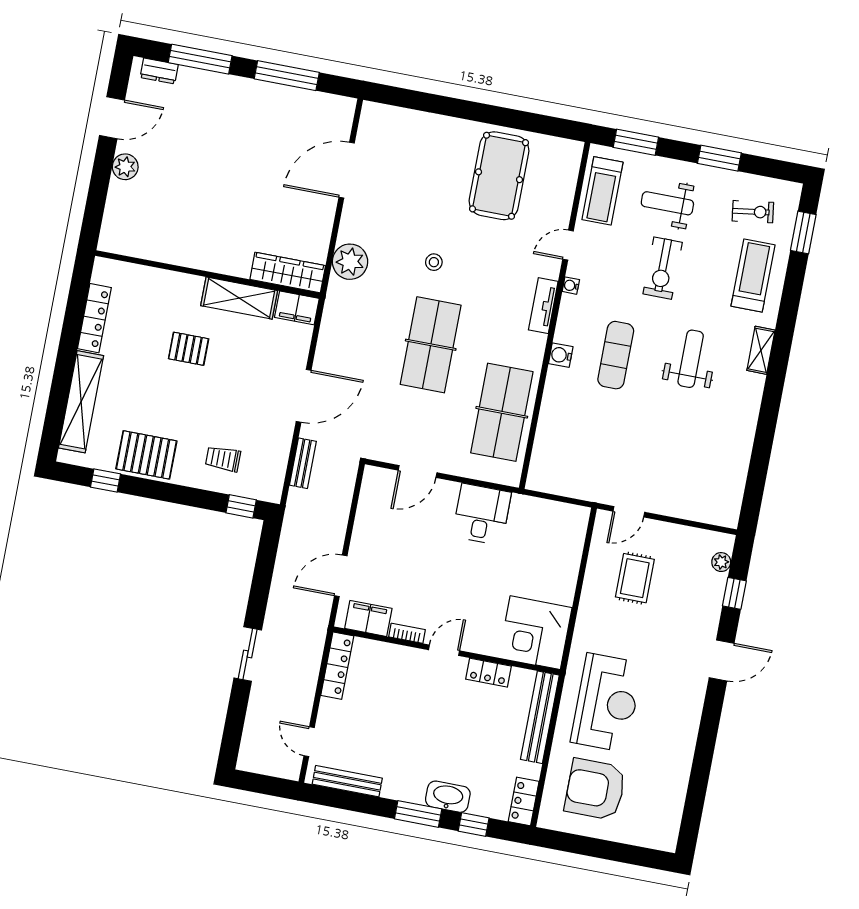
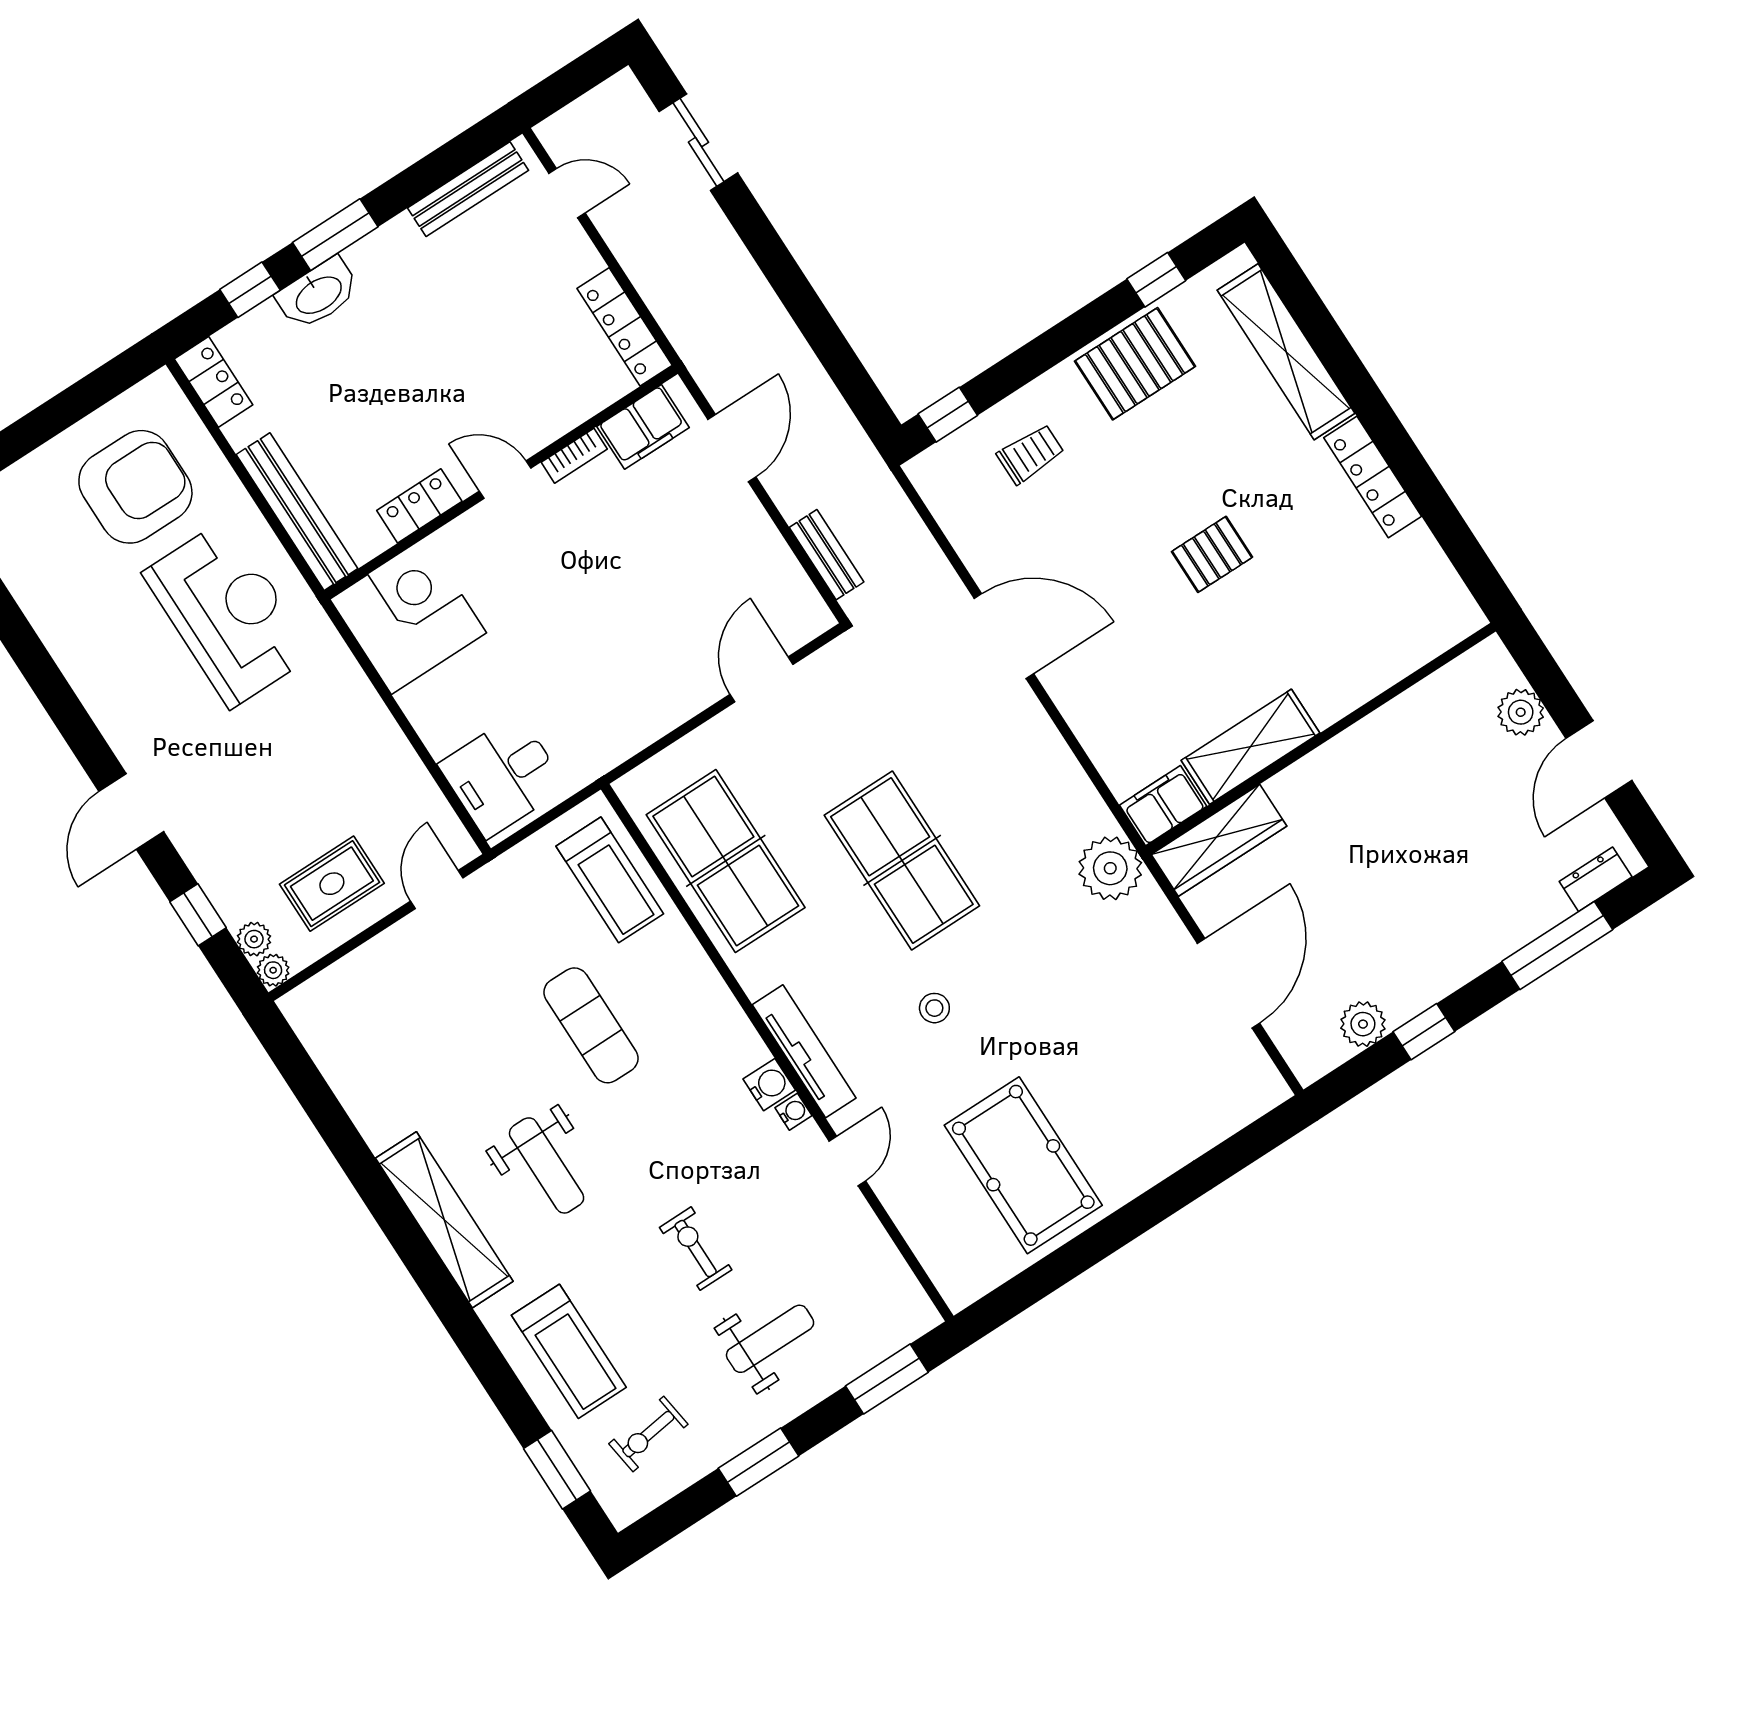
window: (287, 76) -> (1424, 1032), width x0.46
plant: (308, 102) -> (1363, 1024), added
treadmill: (602, 191) -> (610, 880), moved, turned 180
stool: (434, 262) -> (934, 1008), moved
exercise bike: (663, 268) -> (696, 1249), width x0.73, depth x0.72
wardrobe: (288, 273) -> (1219, 840), moved
wall: (208, 274) -> (1321, 739), moved
shelving: (239, 298) -> (1251, 747), moved
tv unit: (543, 306) -> (804, 1051), width x1.41
filing cabinet: (297, 308) -> (1163, 806), moved
shelving: (761, 350) -> (444, 1220), width x2.20, depth x1.33
water cooler: (561, 355) -> (769, 1085), moved
exercise mat: (616, 355) -> (591, 1025), moved
door: (304, 396) -> (1004, 636), swing flipped
bench: (303, 463) -> (827, 555), moved
desk: (482, 514) -> (502, 776), moved, turned 90
plant: (726, 542) -> (273, 970), added
rug: (635, 578) -> (332, 884), moved, turned 90
door: (444, 650) -> (505, 480), swing flipped
sliding door: (248, 654) -> (698, 142), moved
reception desk: (607, 703) -> (228, 614), turned 180

